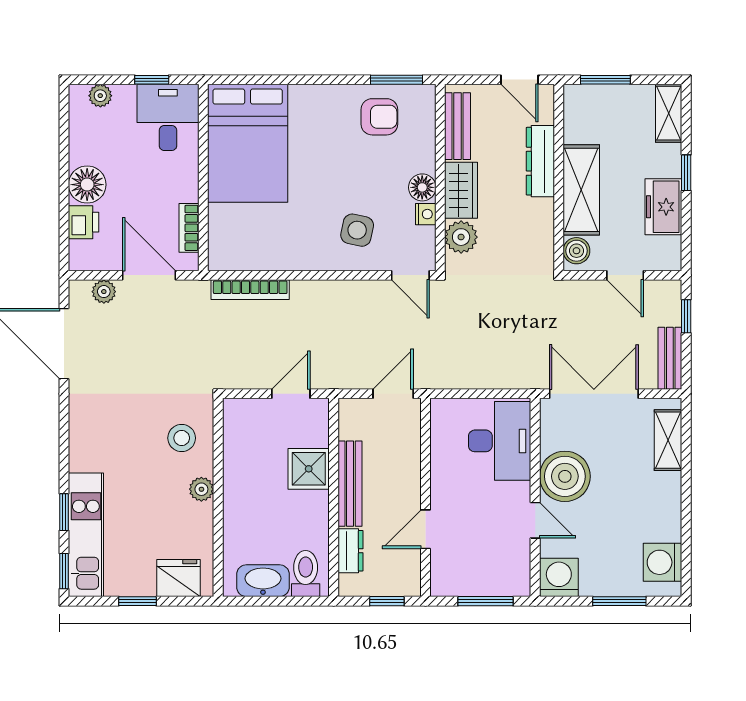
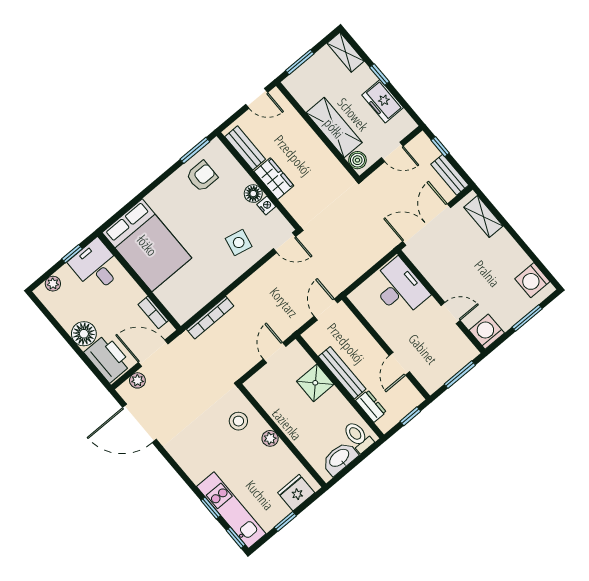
dresser: (540, 161) -> (301, 130), removed
printer: (84, 222) -> (108, 358), width x1.87, depth x1.48
plant: (461, 237) -> (294, 202), removed
boiler: (565, 476) -> (447, 278), removed

